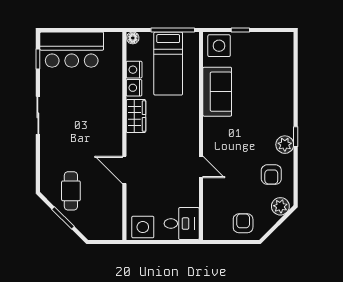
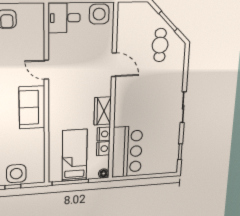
side table: (219, 46) -> (16, 174), moved
bar counter: (72, 50) -> (127, 152), moved, turned 90
sofa: (217, 92) -> (32, 107), moved

